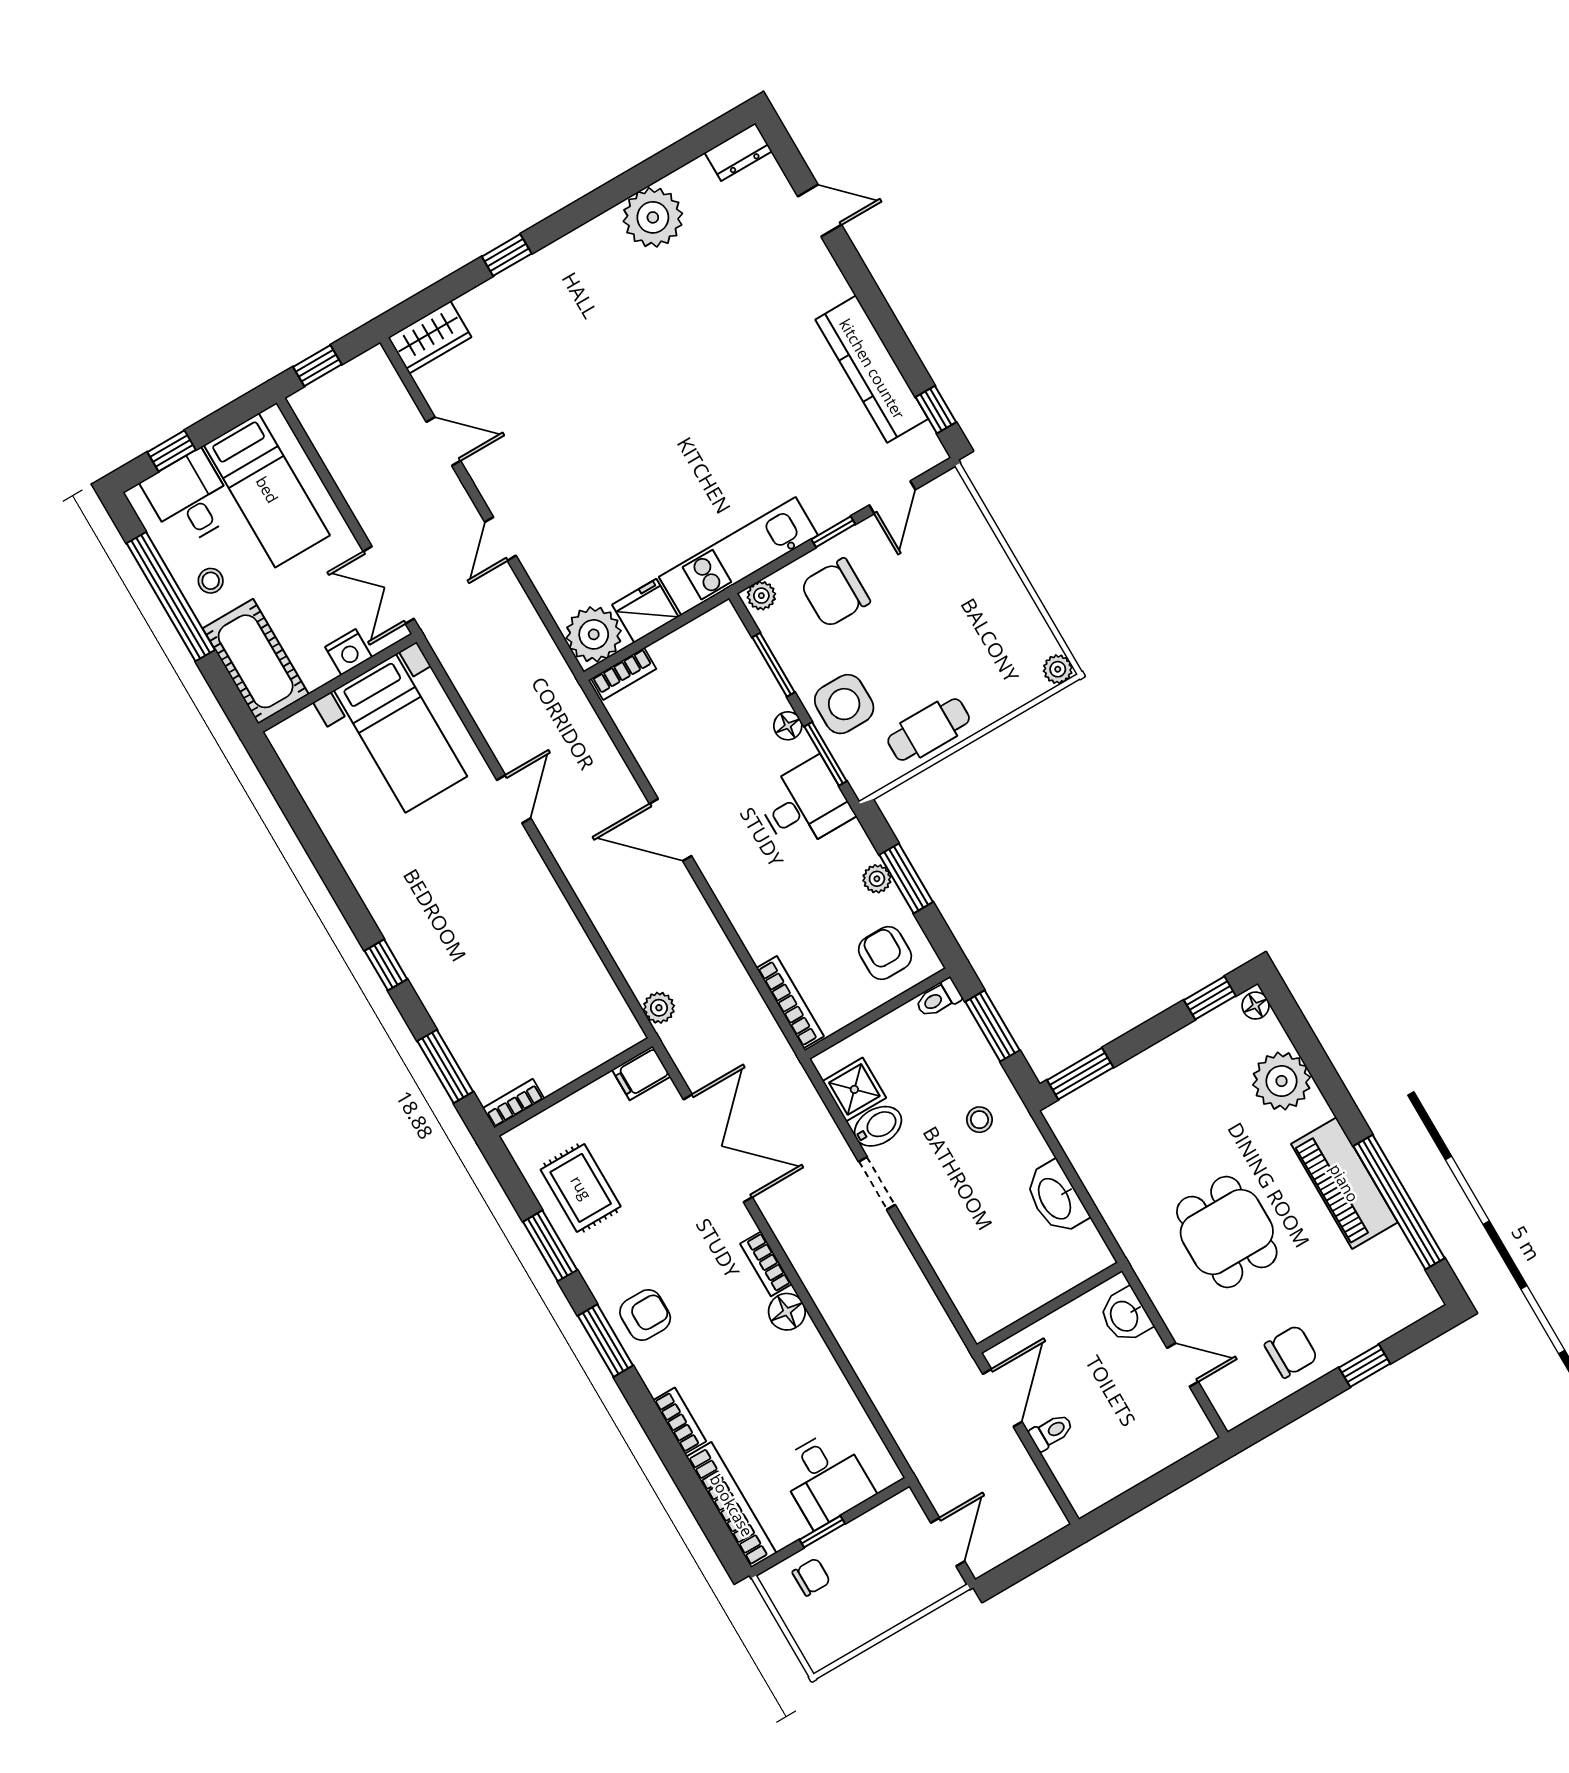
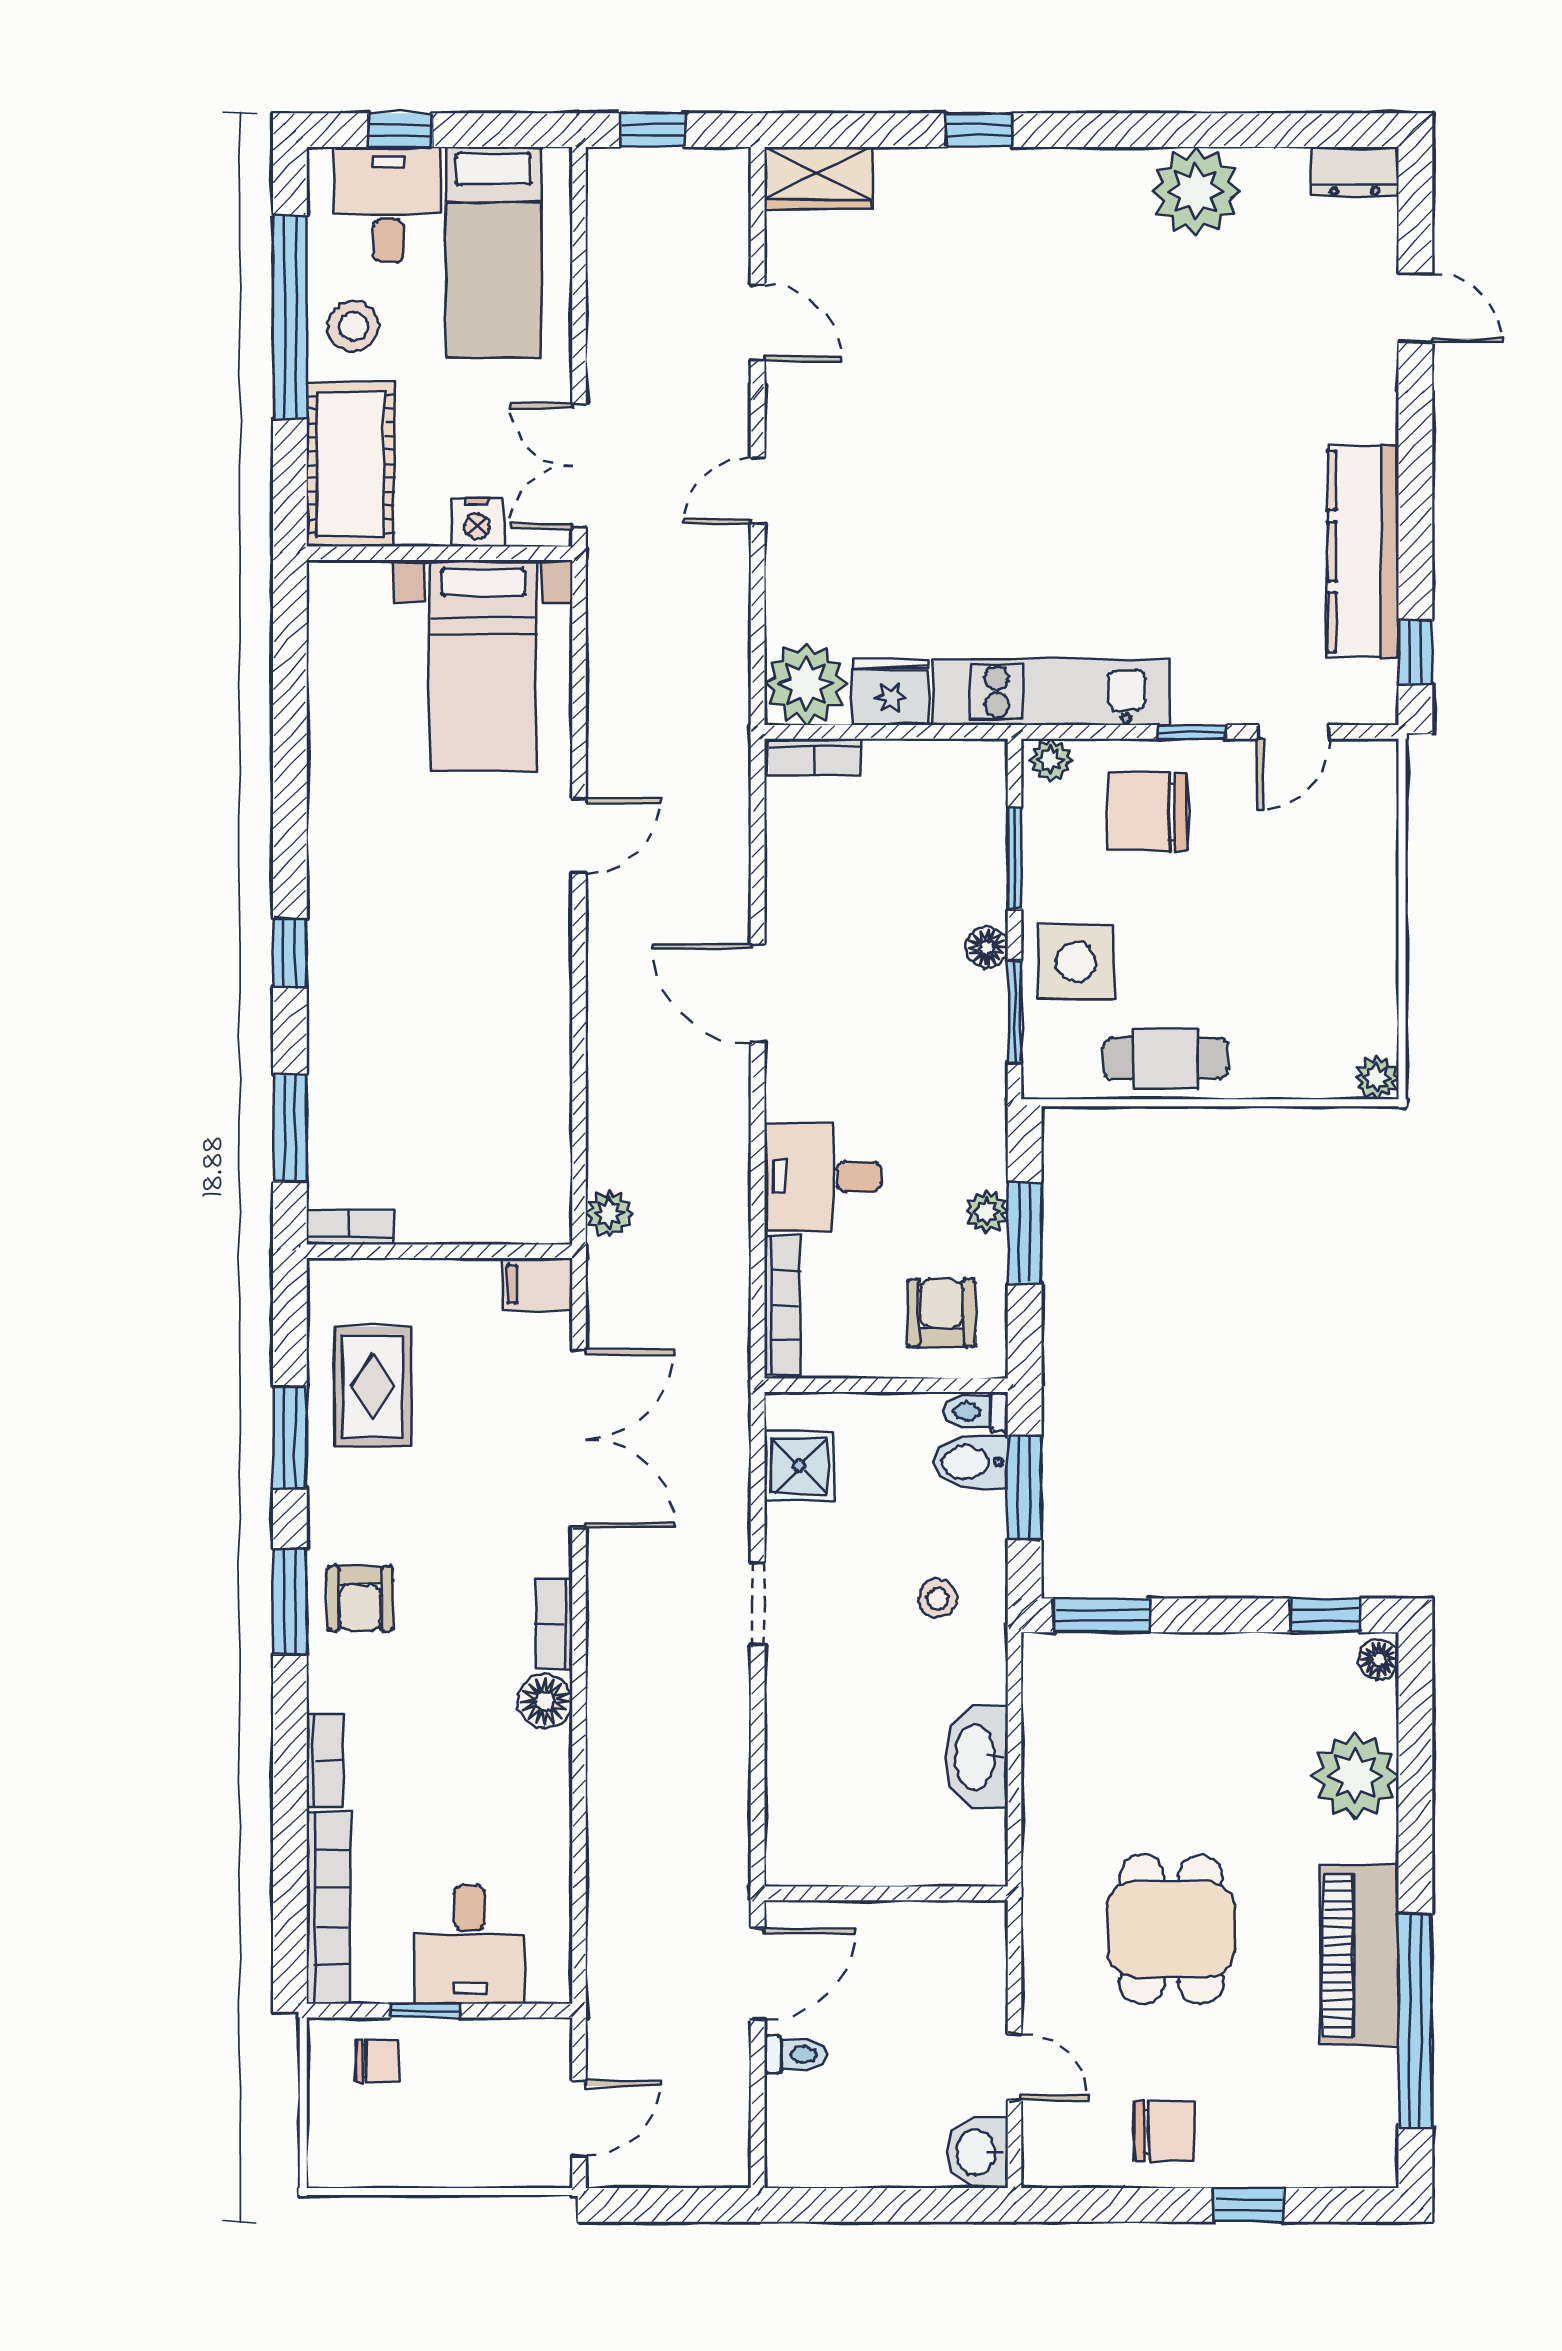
stool: (211, 581) -> (353, 327), width x1.37, depth x1.37
desk: (805, 805) -> (823, 1177), moved, turned 180
bidet: (878, 1126) -> (970, 1462), moved, turned 180
armchair: (645, 1315) -> (360, 1599), turned 90
washbasin: (1125, 1316) -> (978, 2152), moved

